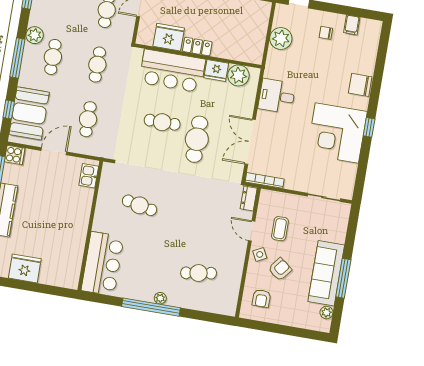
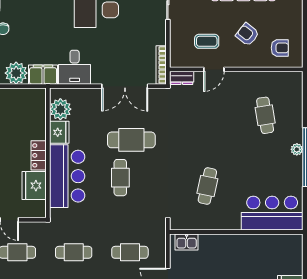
filing cabinet: (275, 64) -> (43, 75), added
side table: (260, 254) -> (236, 57), removed

